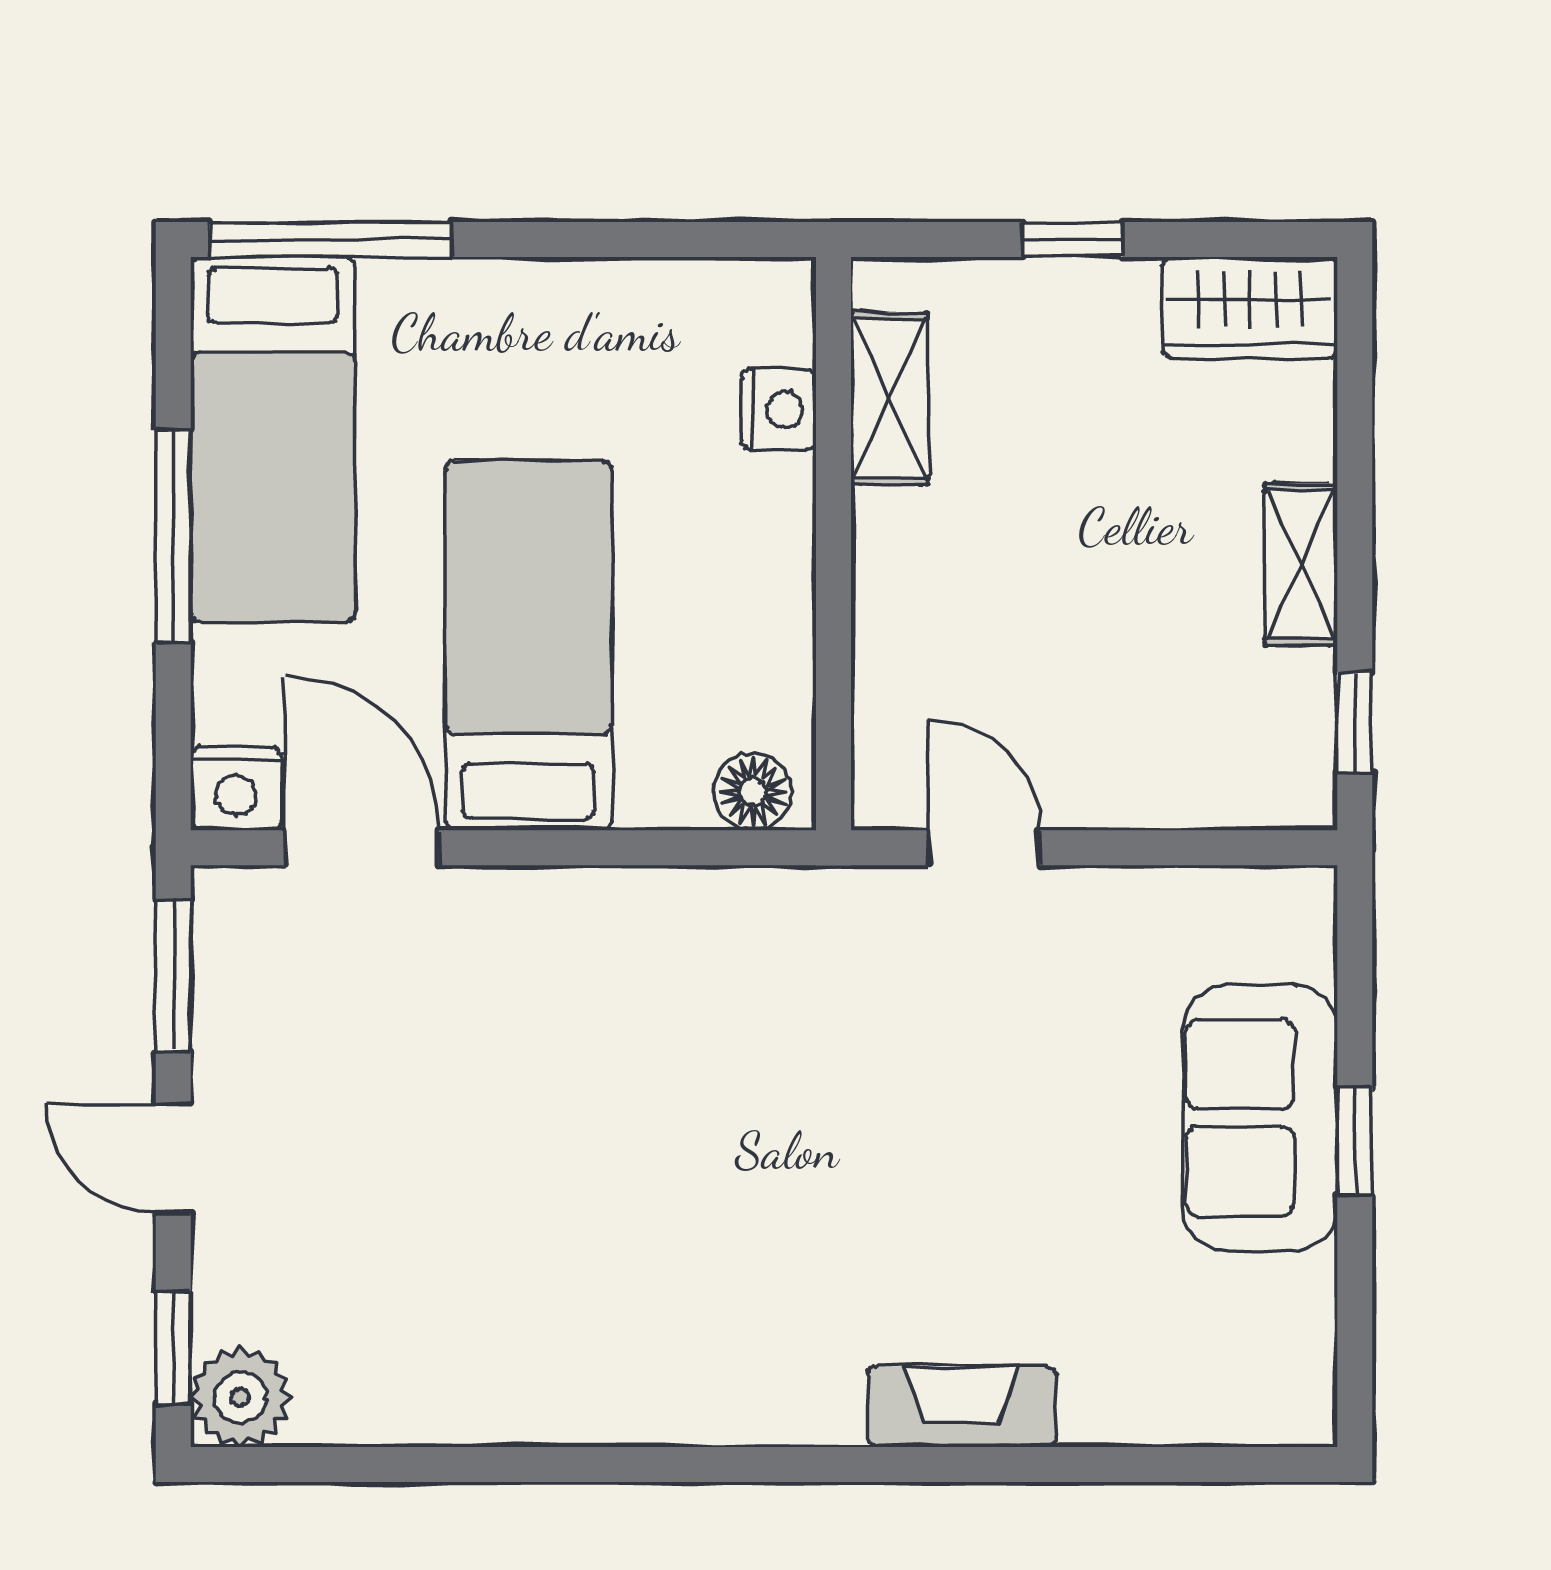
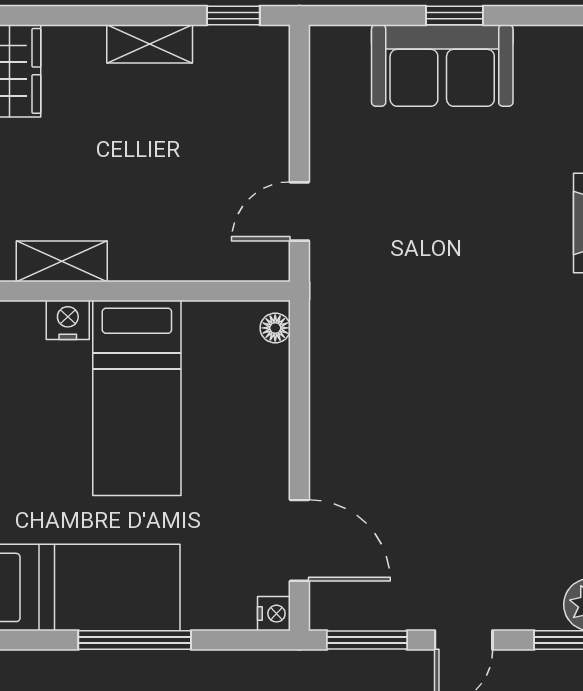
bed: (529, 645) -> (137, 398), moved, turned -90
nightstand: (236, 789) -> (274, 614), width x0.72, depth x0.74
floor lamp: (753, 791) -> (275, 328), width x0.73, depth x0.73
door: (362, 848) -> (299, 540), swing flipped

